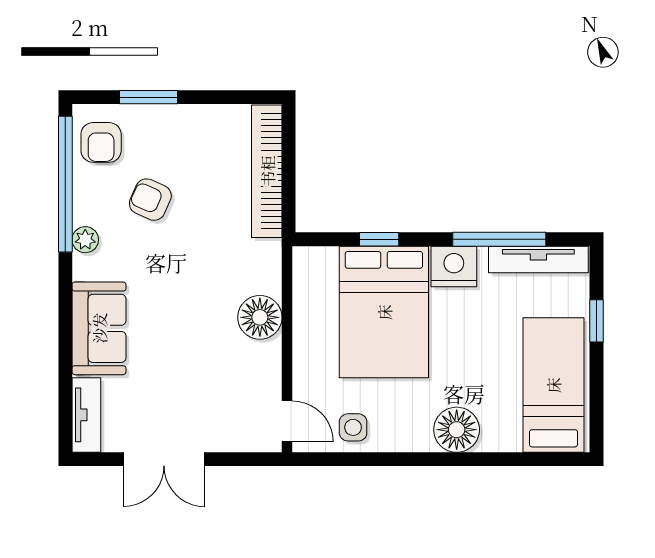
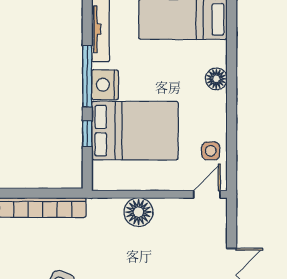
window: (499, 239) -> (87, 76), moved
floor lamp: (457, 430) -> (216, 79), width x0.73, depth x0.73

